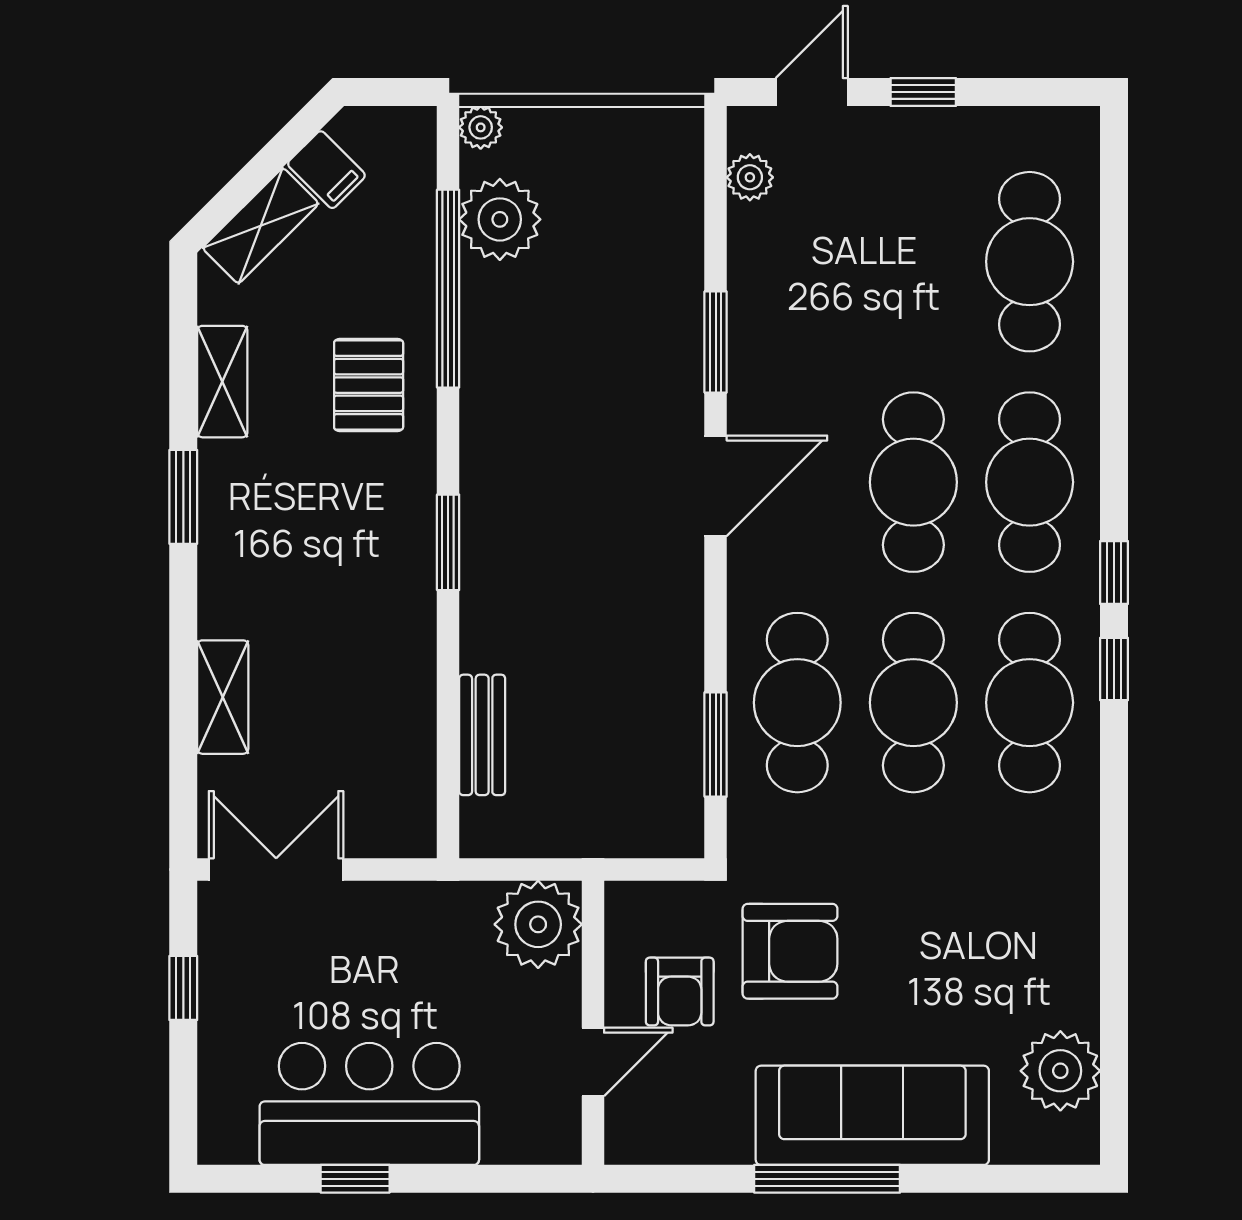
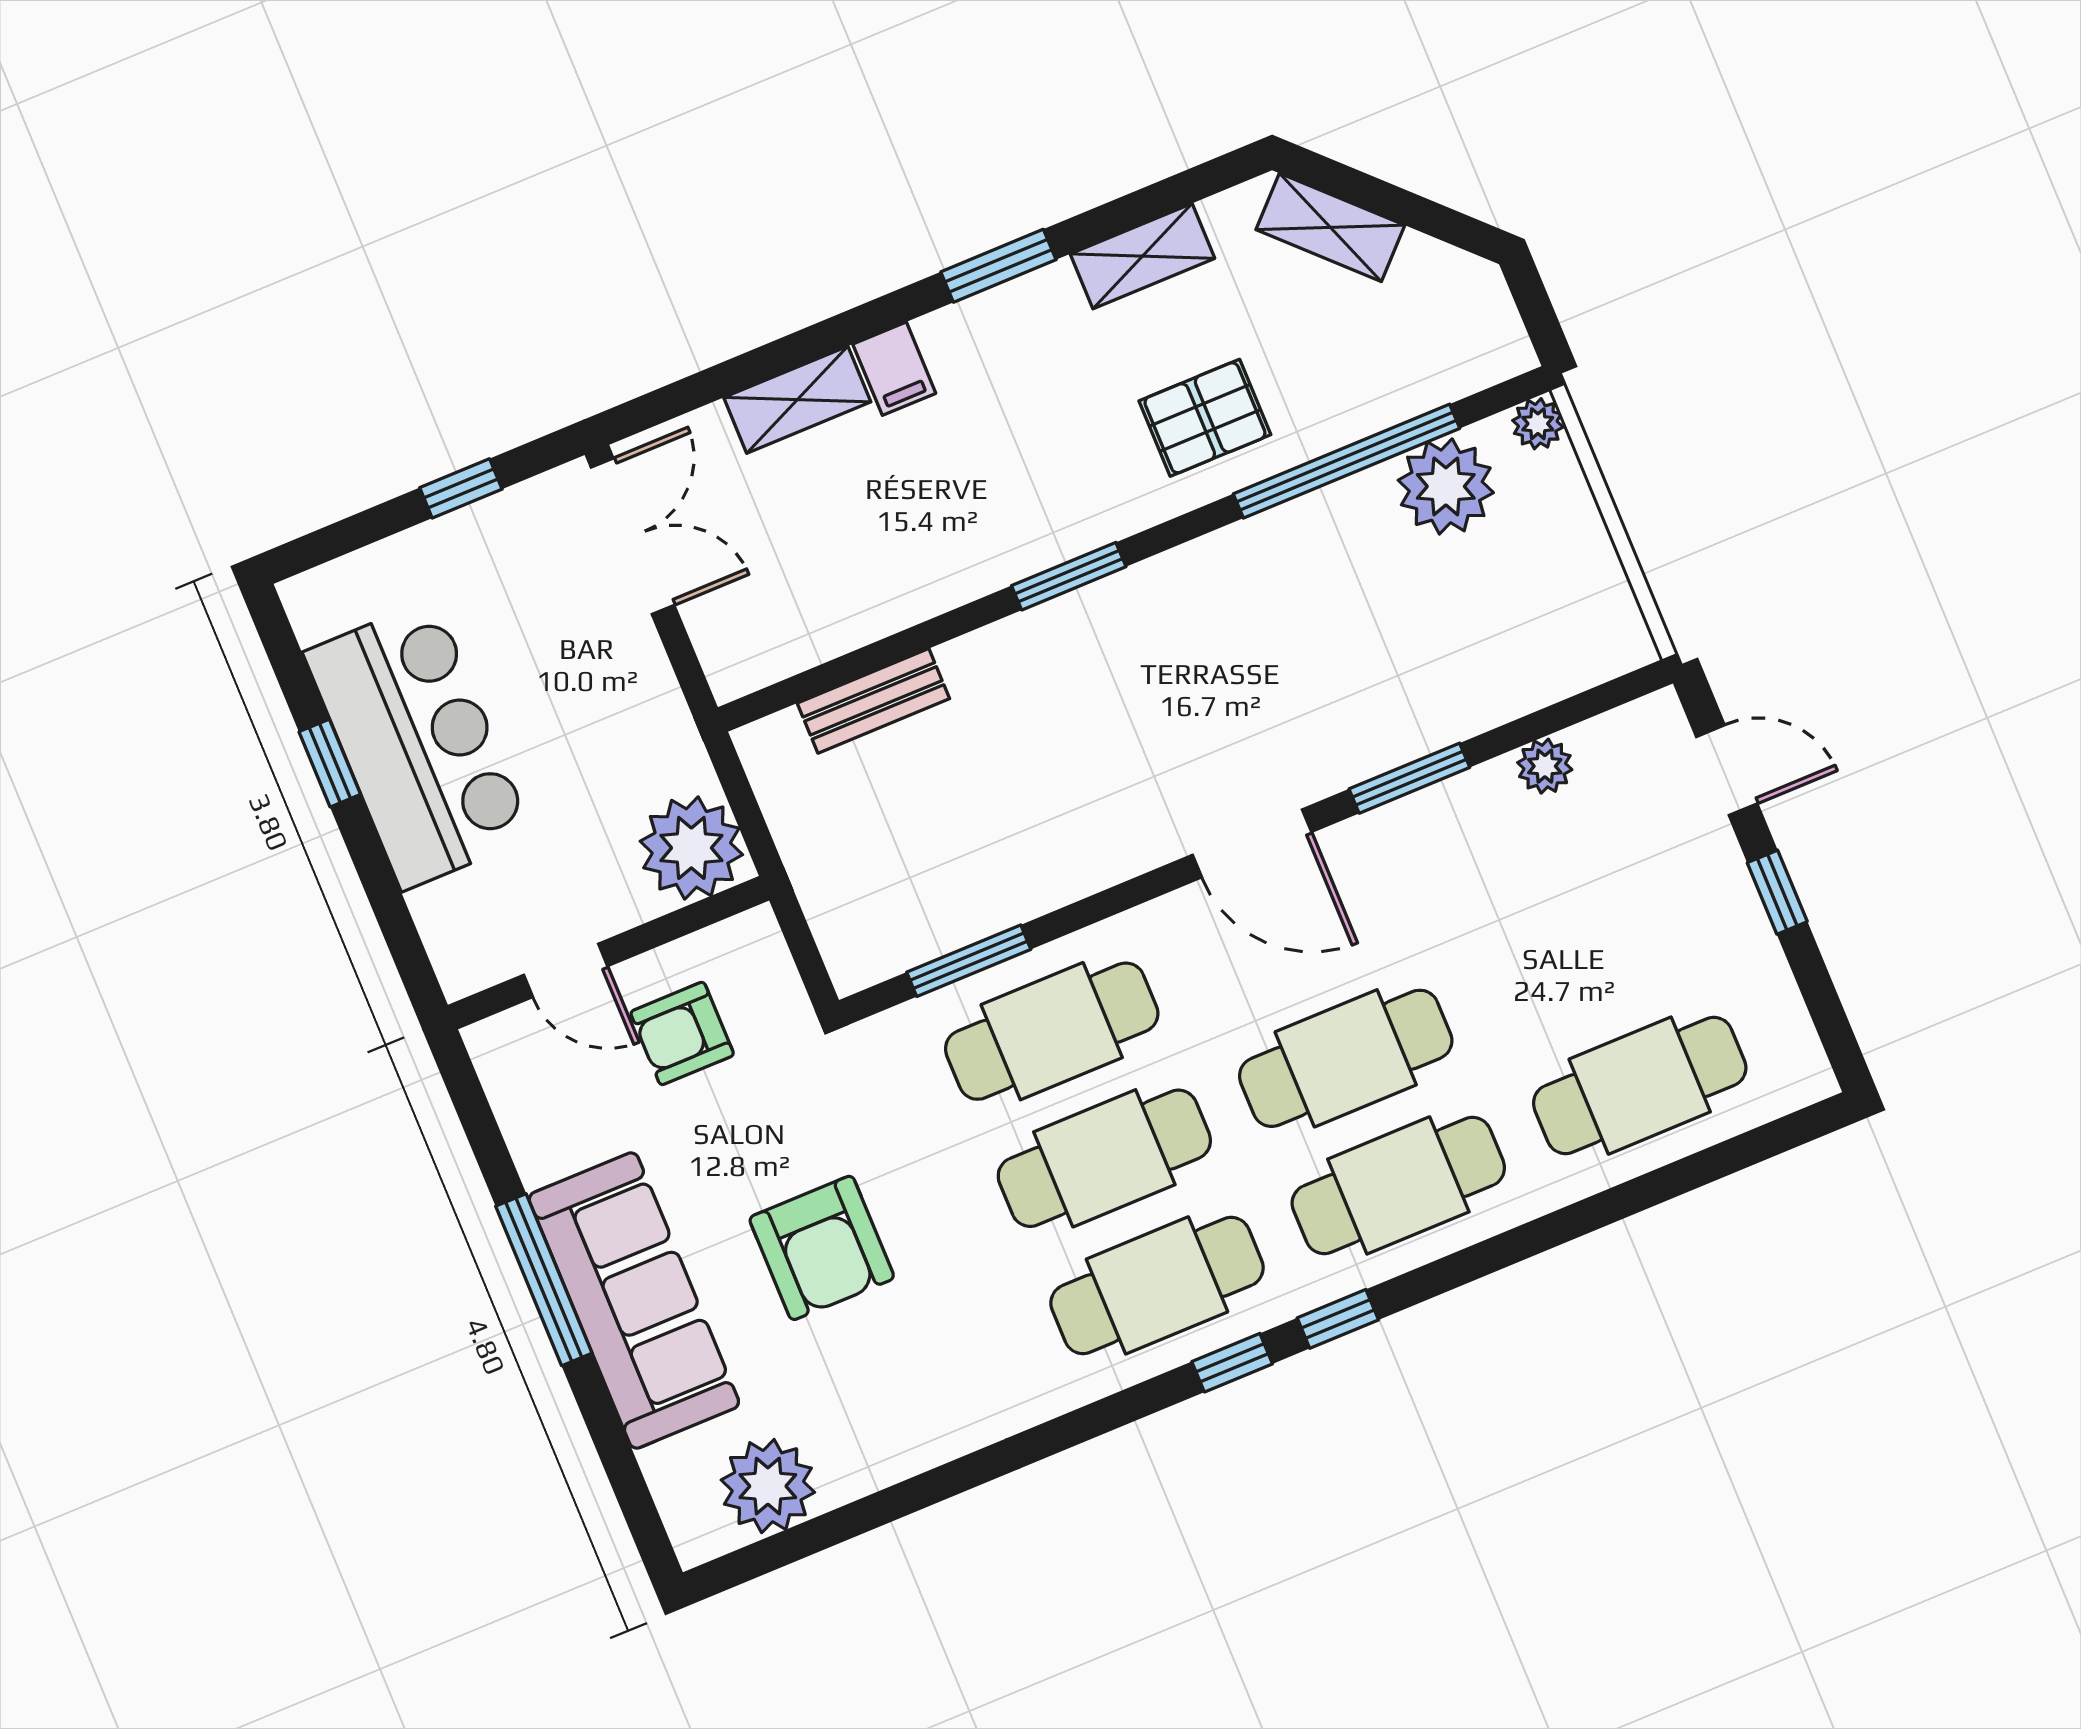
filing cabinet: (326, 170) -> (894, 369), moved, turned -45
plant: (750, 177) -> (1545, 766), moved
armchair: (790, 951) -> (822, 1248), moved

